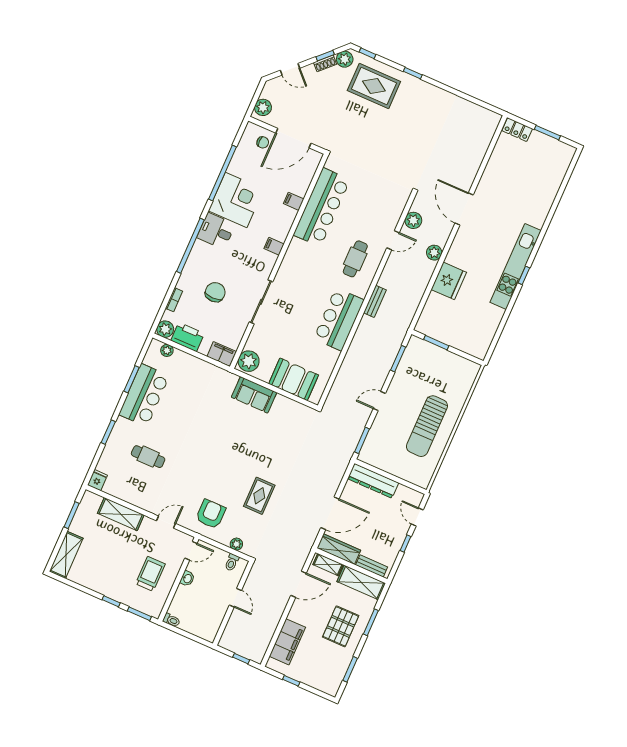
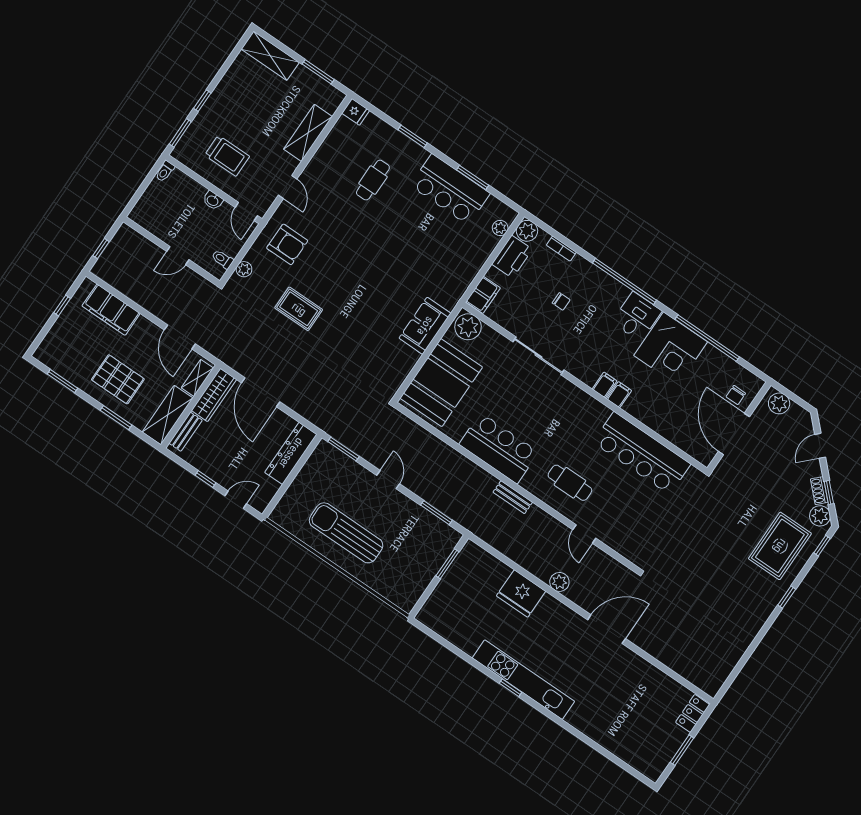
filing cabinet: (294, 201) -> (619, 395), moved
plant: (413, 220) -> (604, 564), removed
chair: (215, 292) -> (561, 301), width x0.54, depth x0.54
booth: (294, 379) -> (441, 383), width x1.36, depth x1.42

